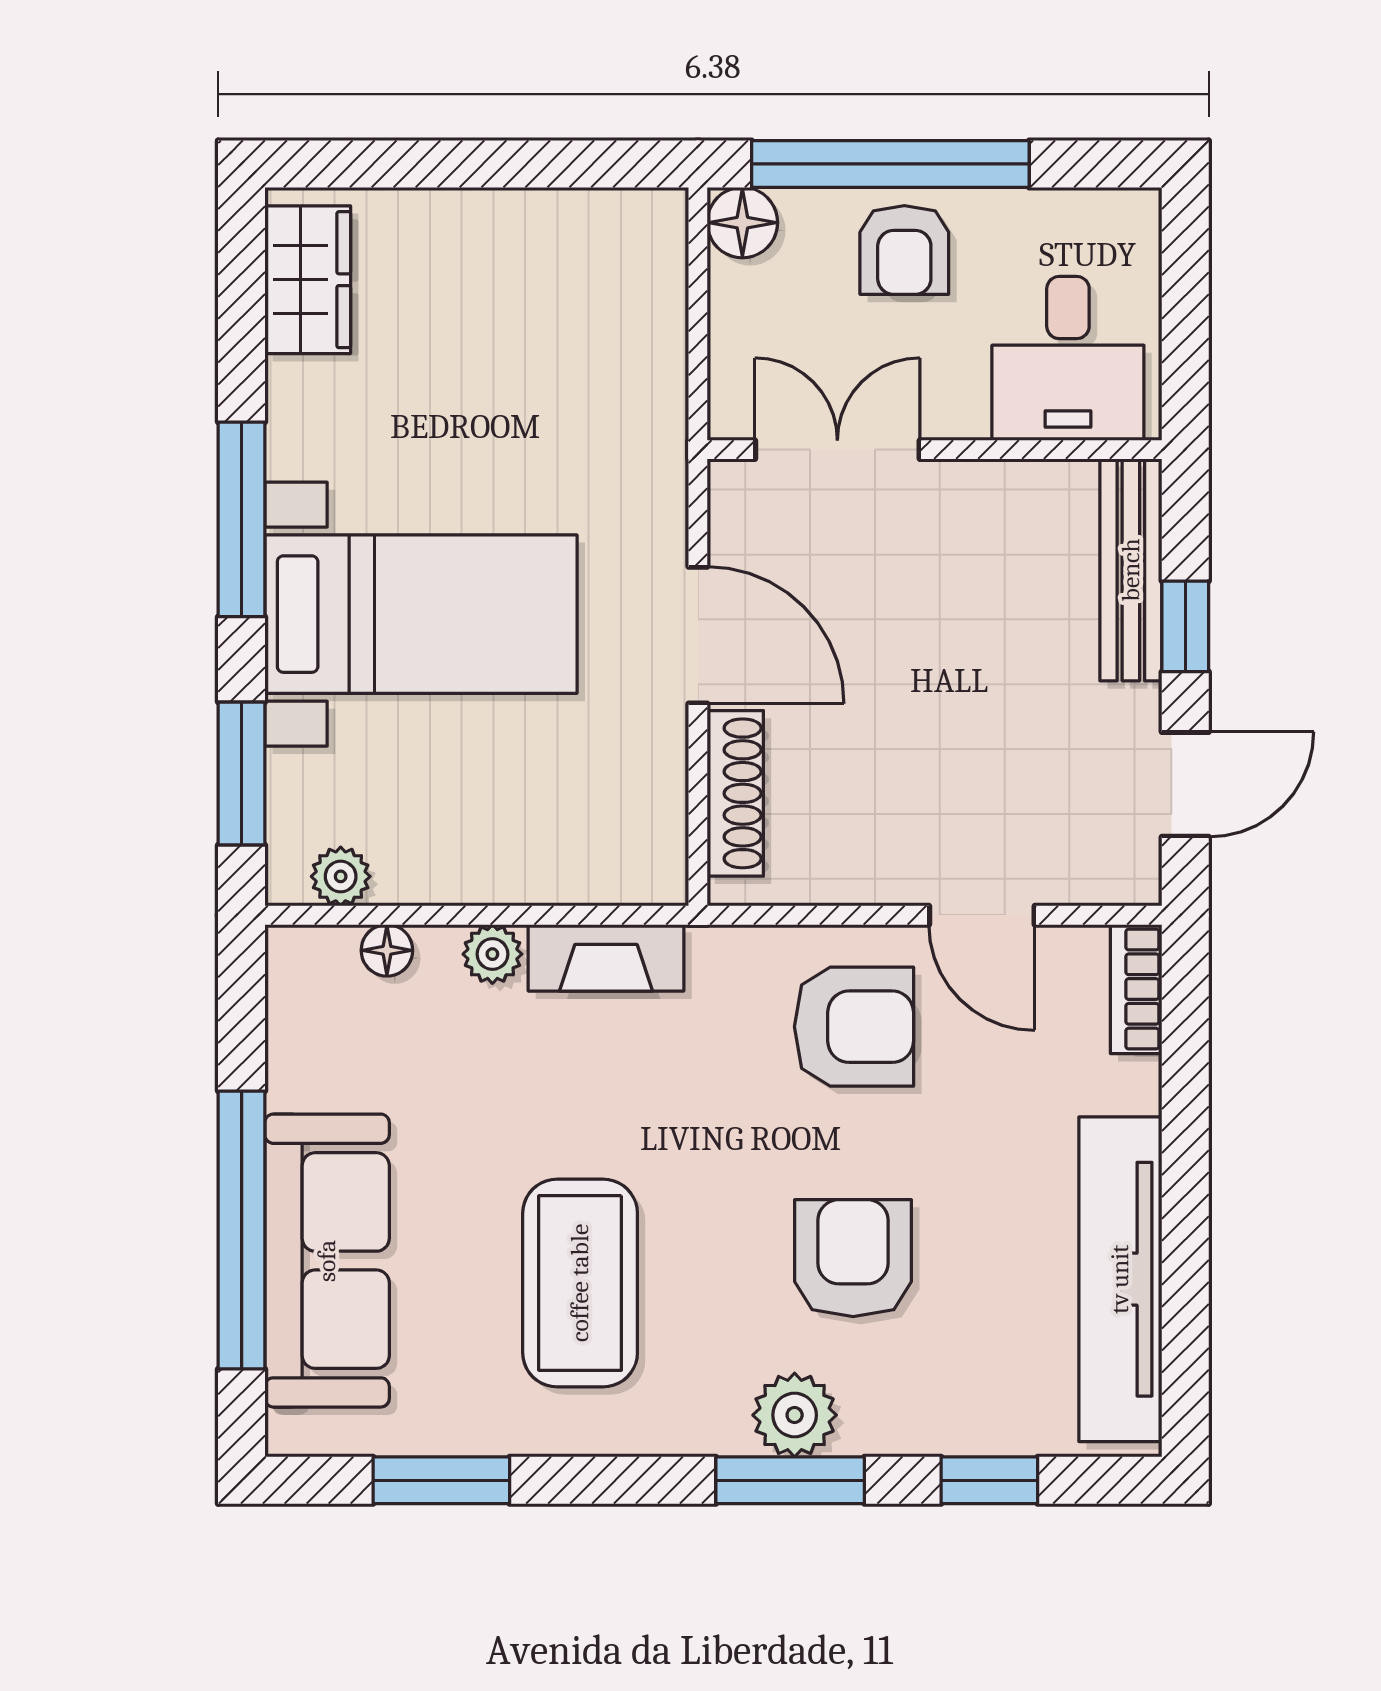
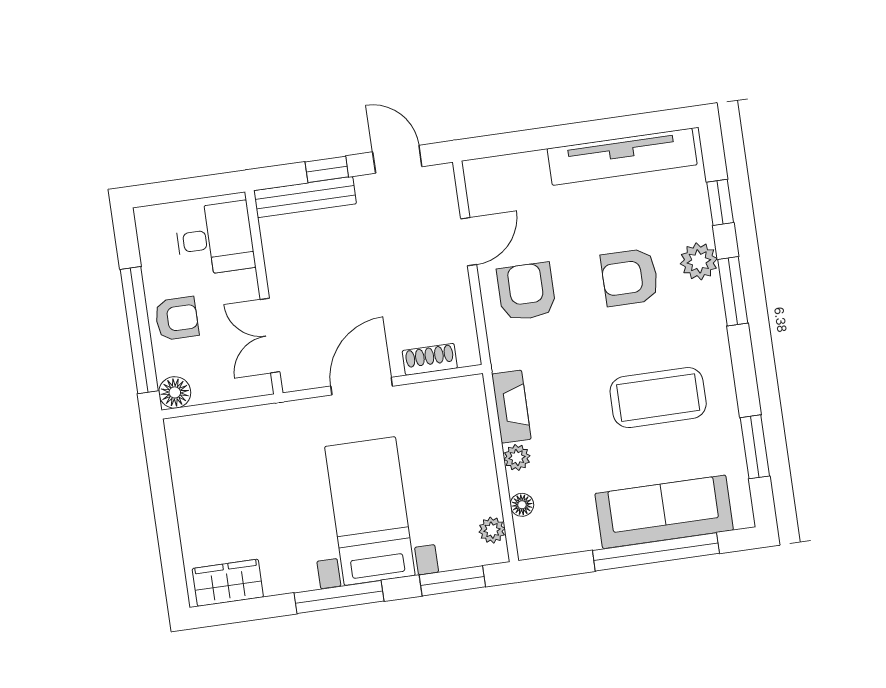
shoe rack: (735, 793) -> (430, 359), width x0.70
bookcase: (1136, 989) -> (492, 168), removed
plant: (795, 1415) -> (699, 261), moved

